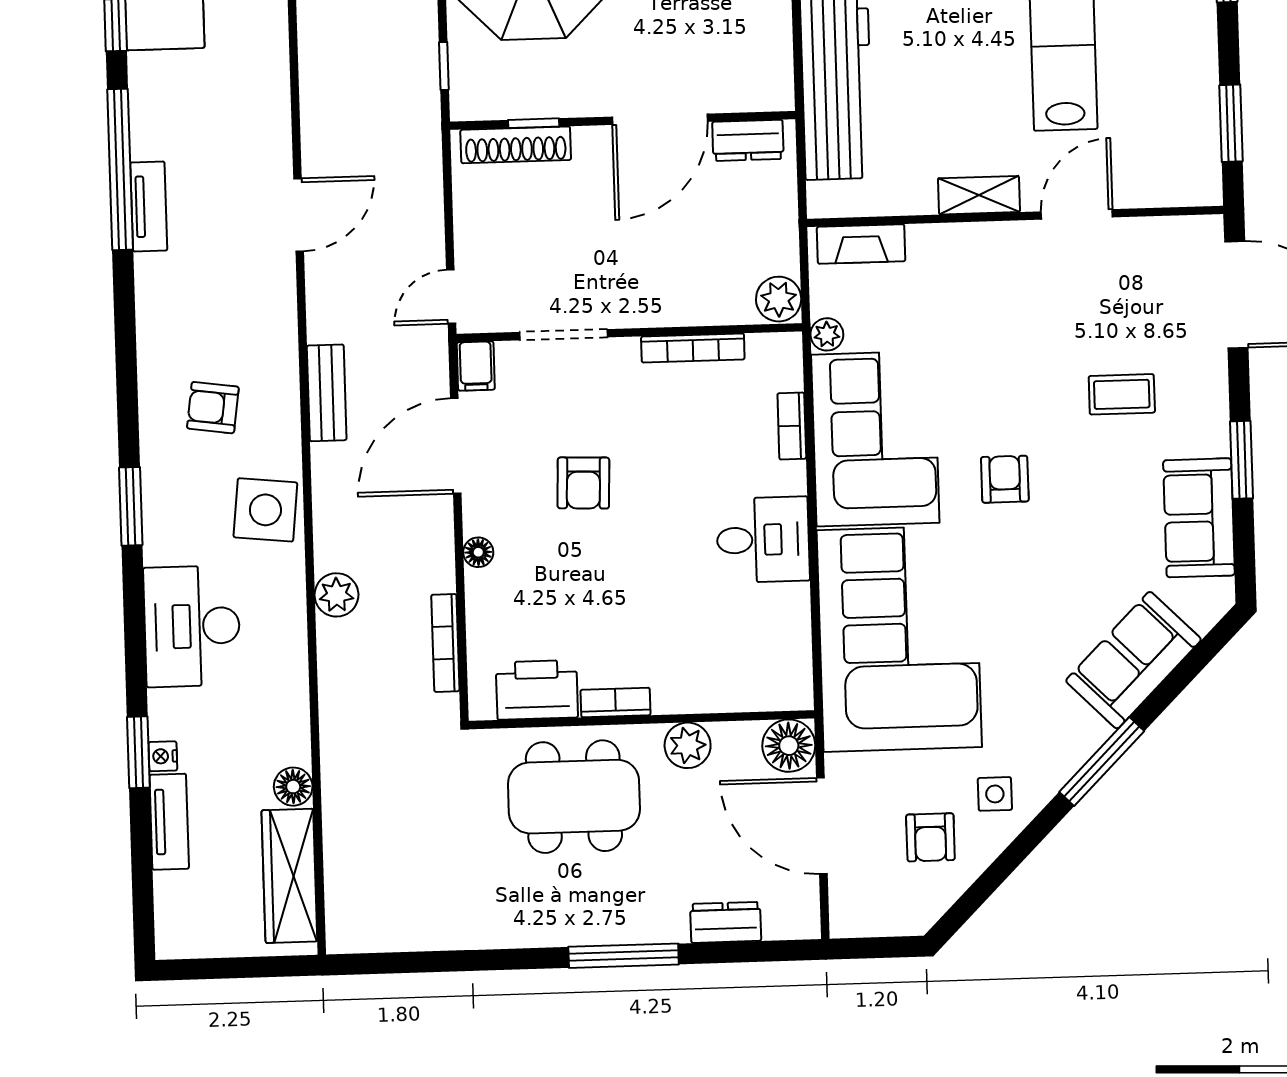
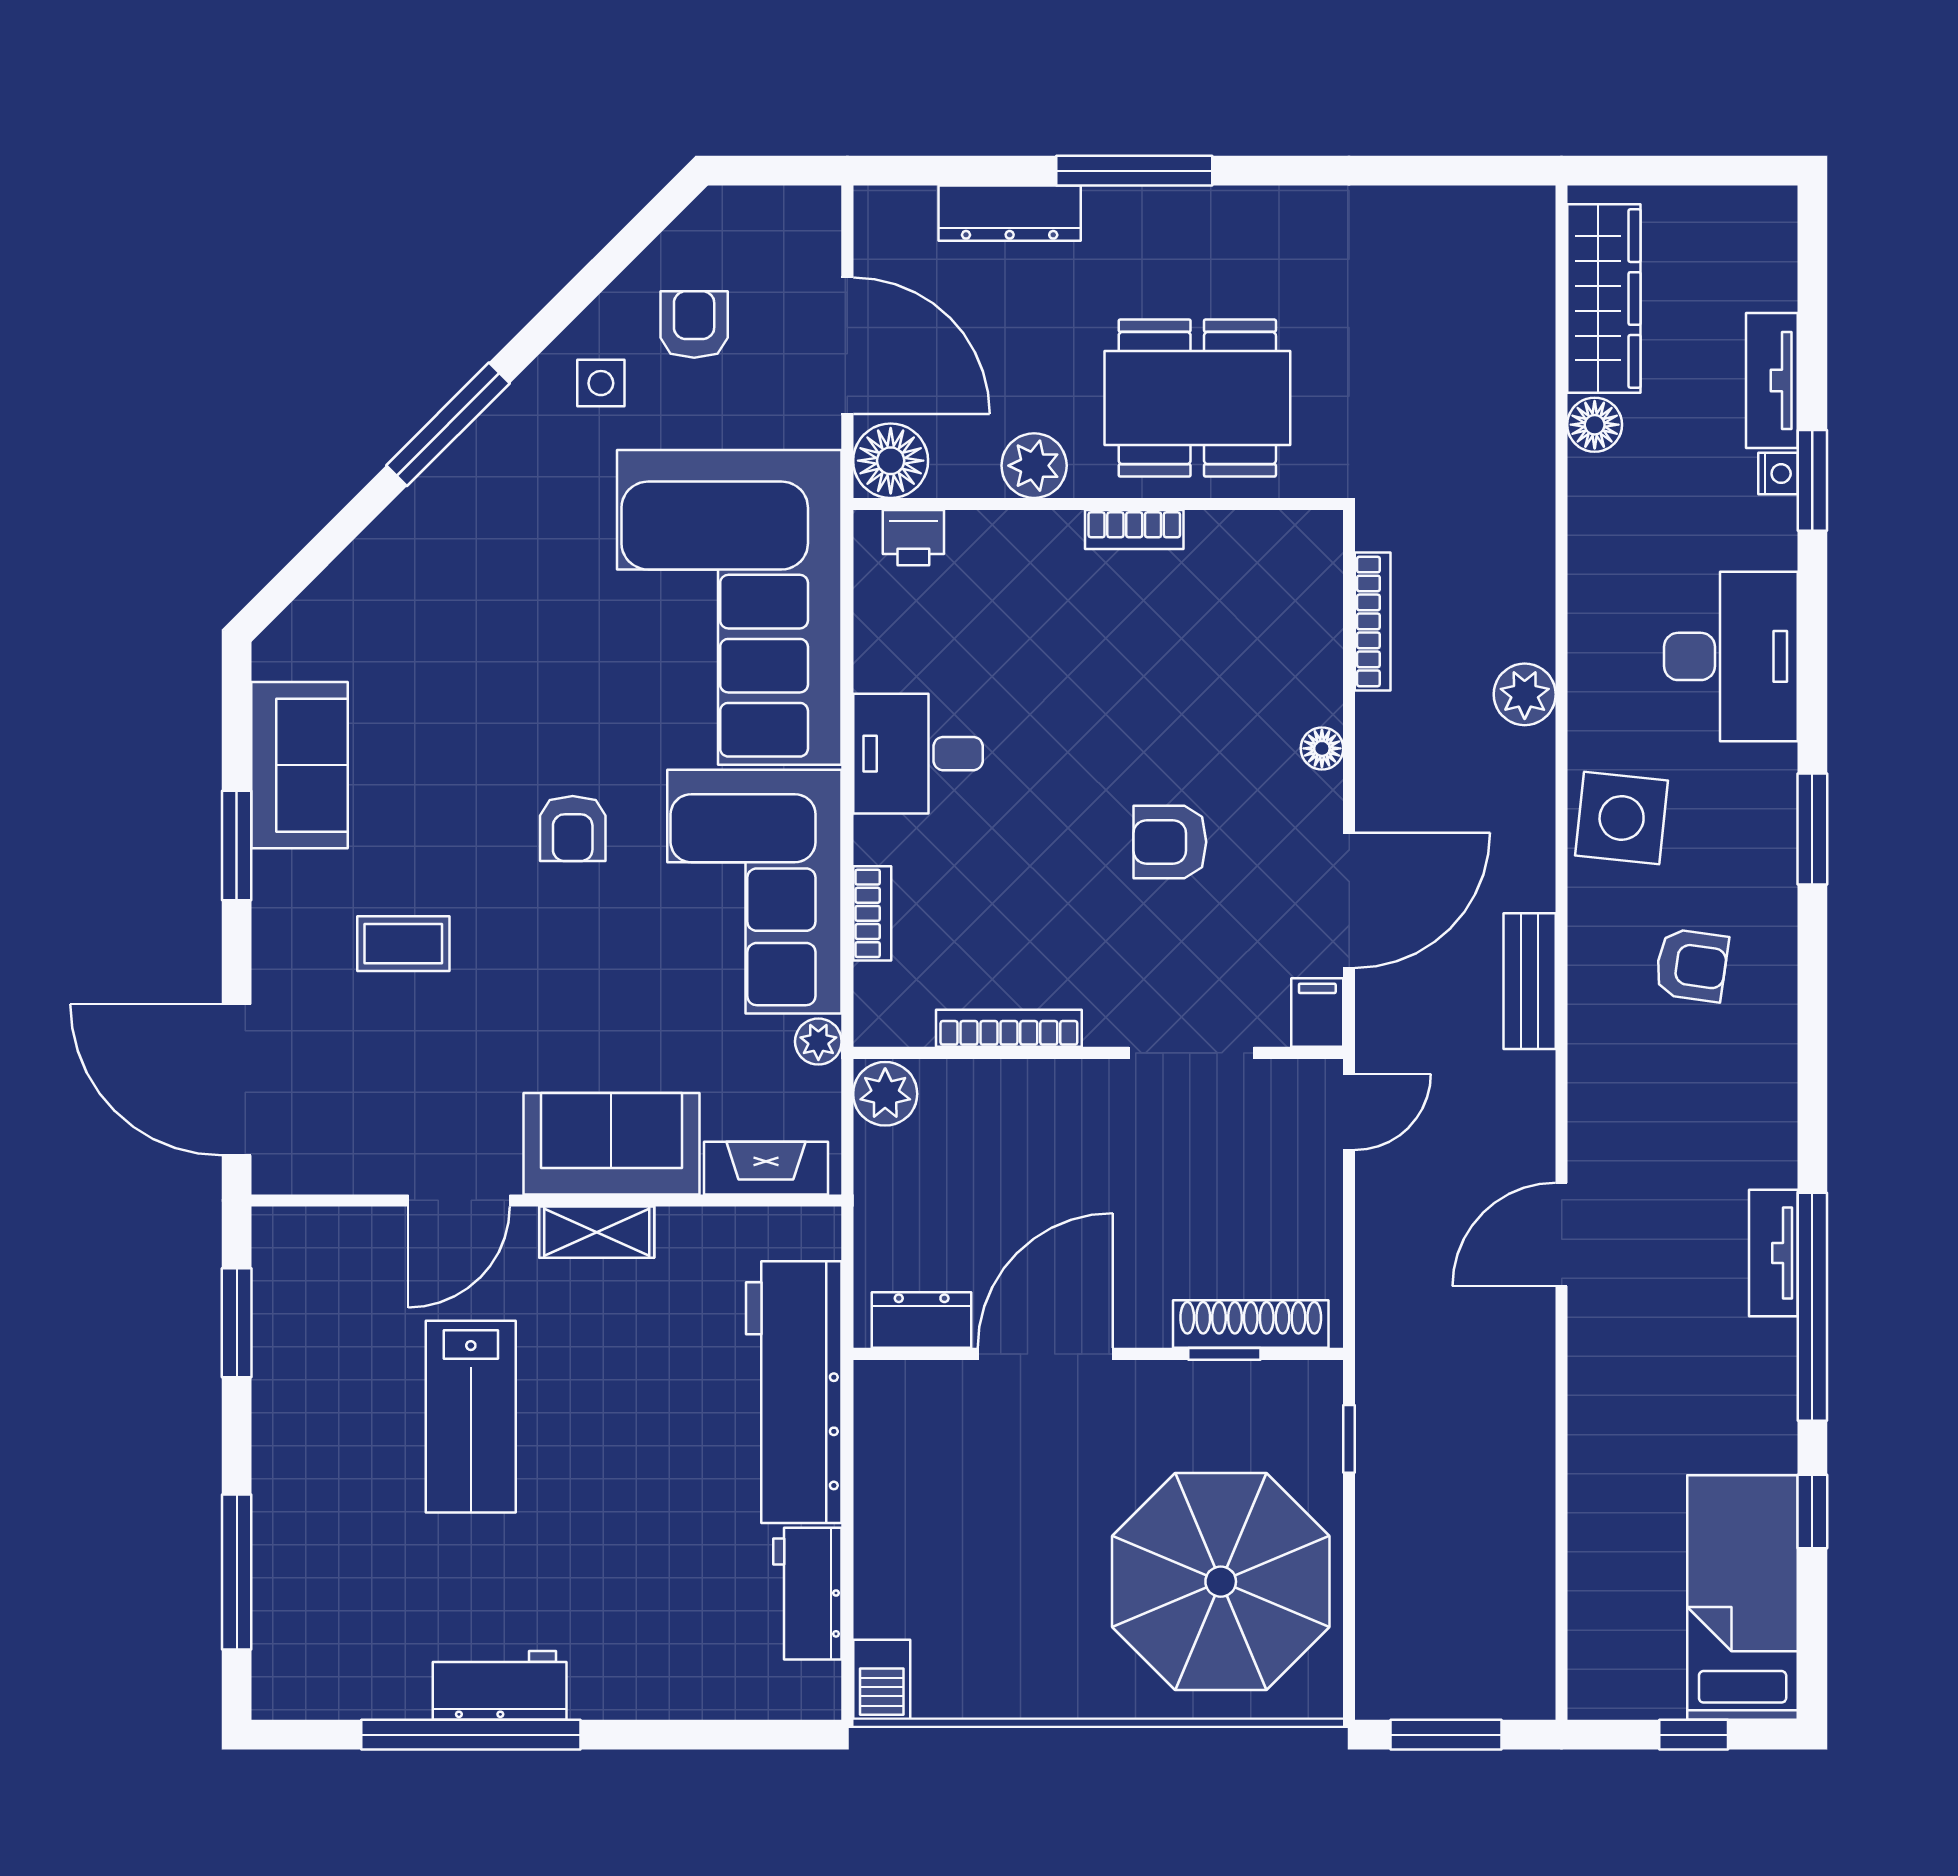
armchair: (583, 483) -> (1170, 842), turned -92
sofa: (1133, 660) -> (611, 1144), moved, turned -135
printer: (537, 690) -> (913, 538), moved, width x0.53, depth x0.68
dresser: (726, 922) -> (1010, 213), width x1.44

